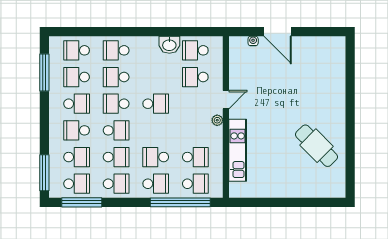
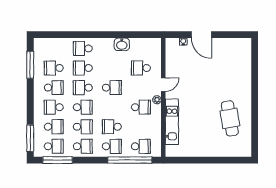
school desk: (77, 50) -> (54, 48), removed
school desk: (195, 50) -> (141, 48), removed
cafe table: (317, 146) -> (230, 118), turned 35
school desk: (195, 157) -> (141, 107), moved

